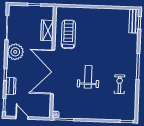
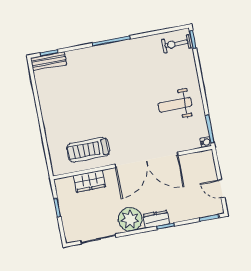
weight bench: (88, 77) -> (175, 105), moved
exercise bike: (119, 84) -> (176, 44), moved
dresser: (11, 86) -> (156, 219), moved
door: (22, 118) -> (221, 189), hinge flipped

